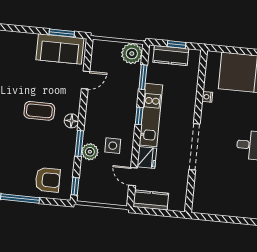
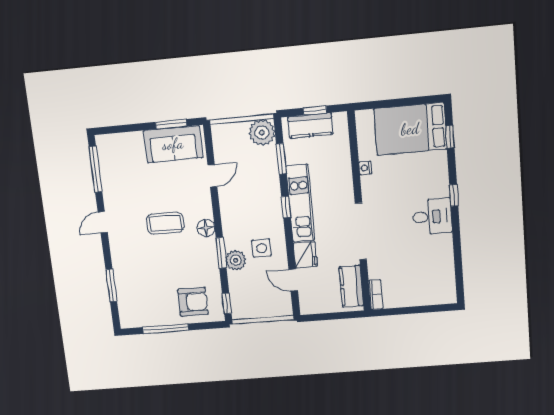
kitchen counter: (151, 200) -> (351, 286), moved, turned -90
bookcase: (197, 201) -> (376, 295), added

